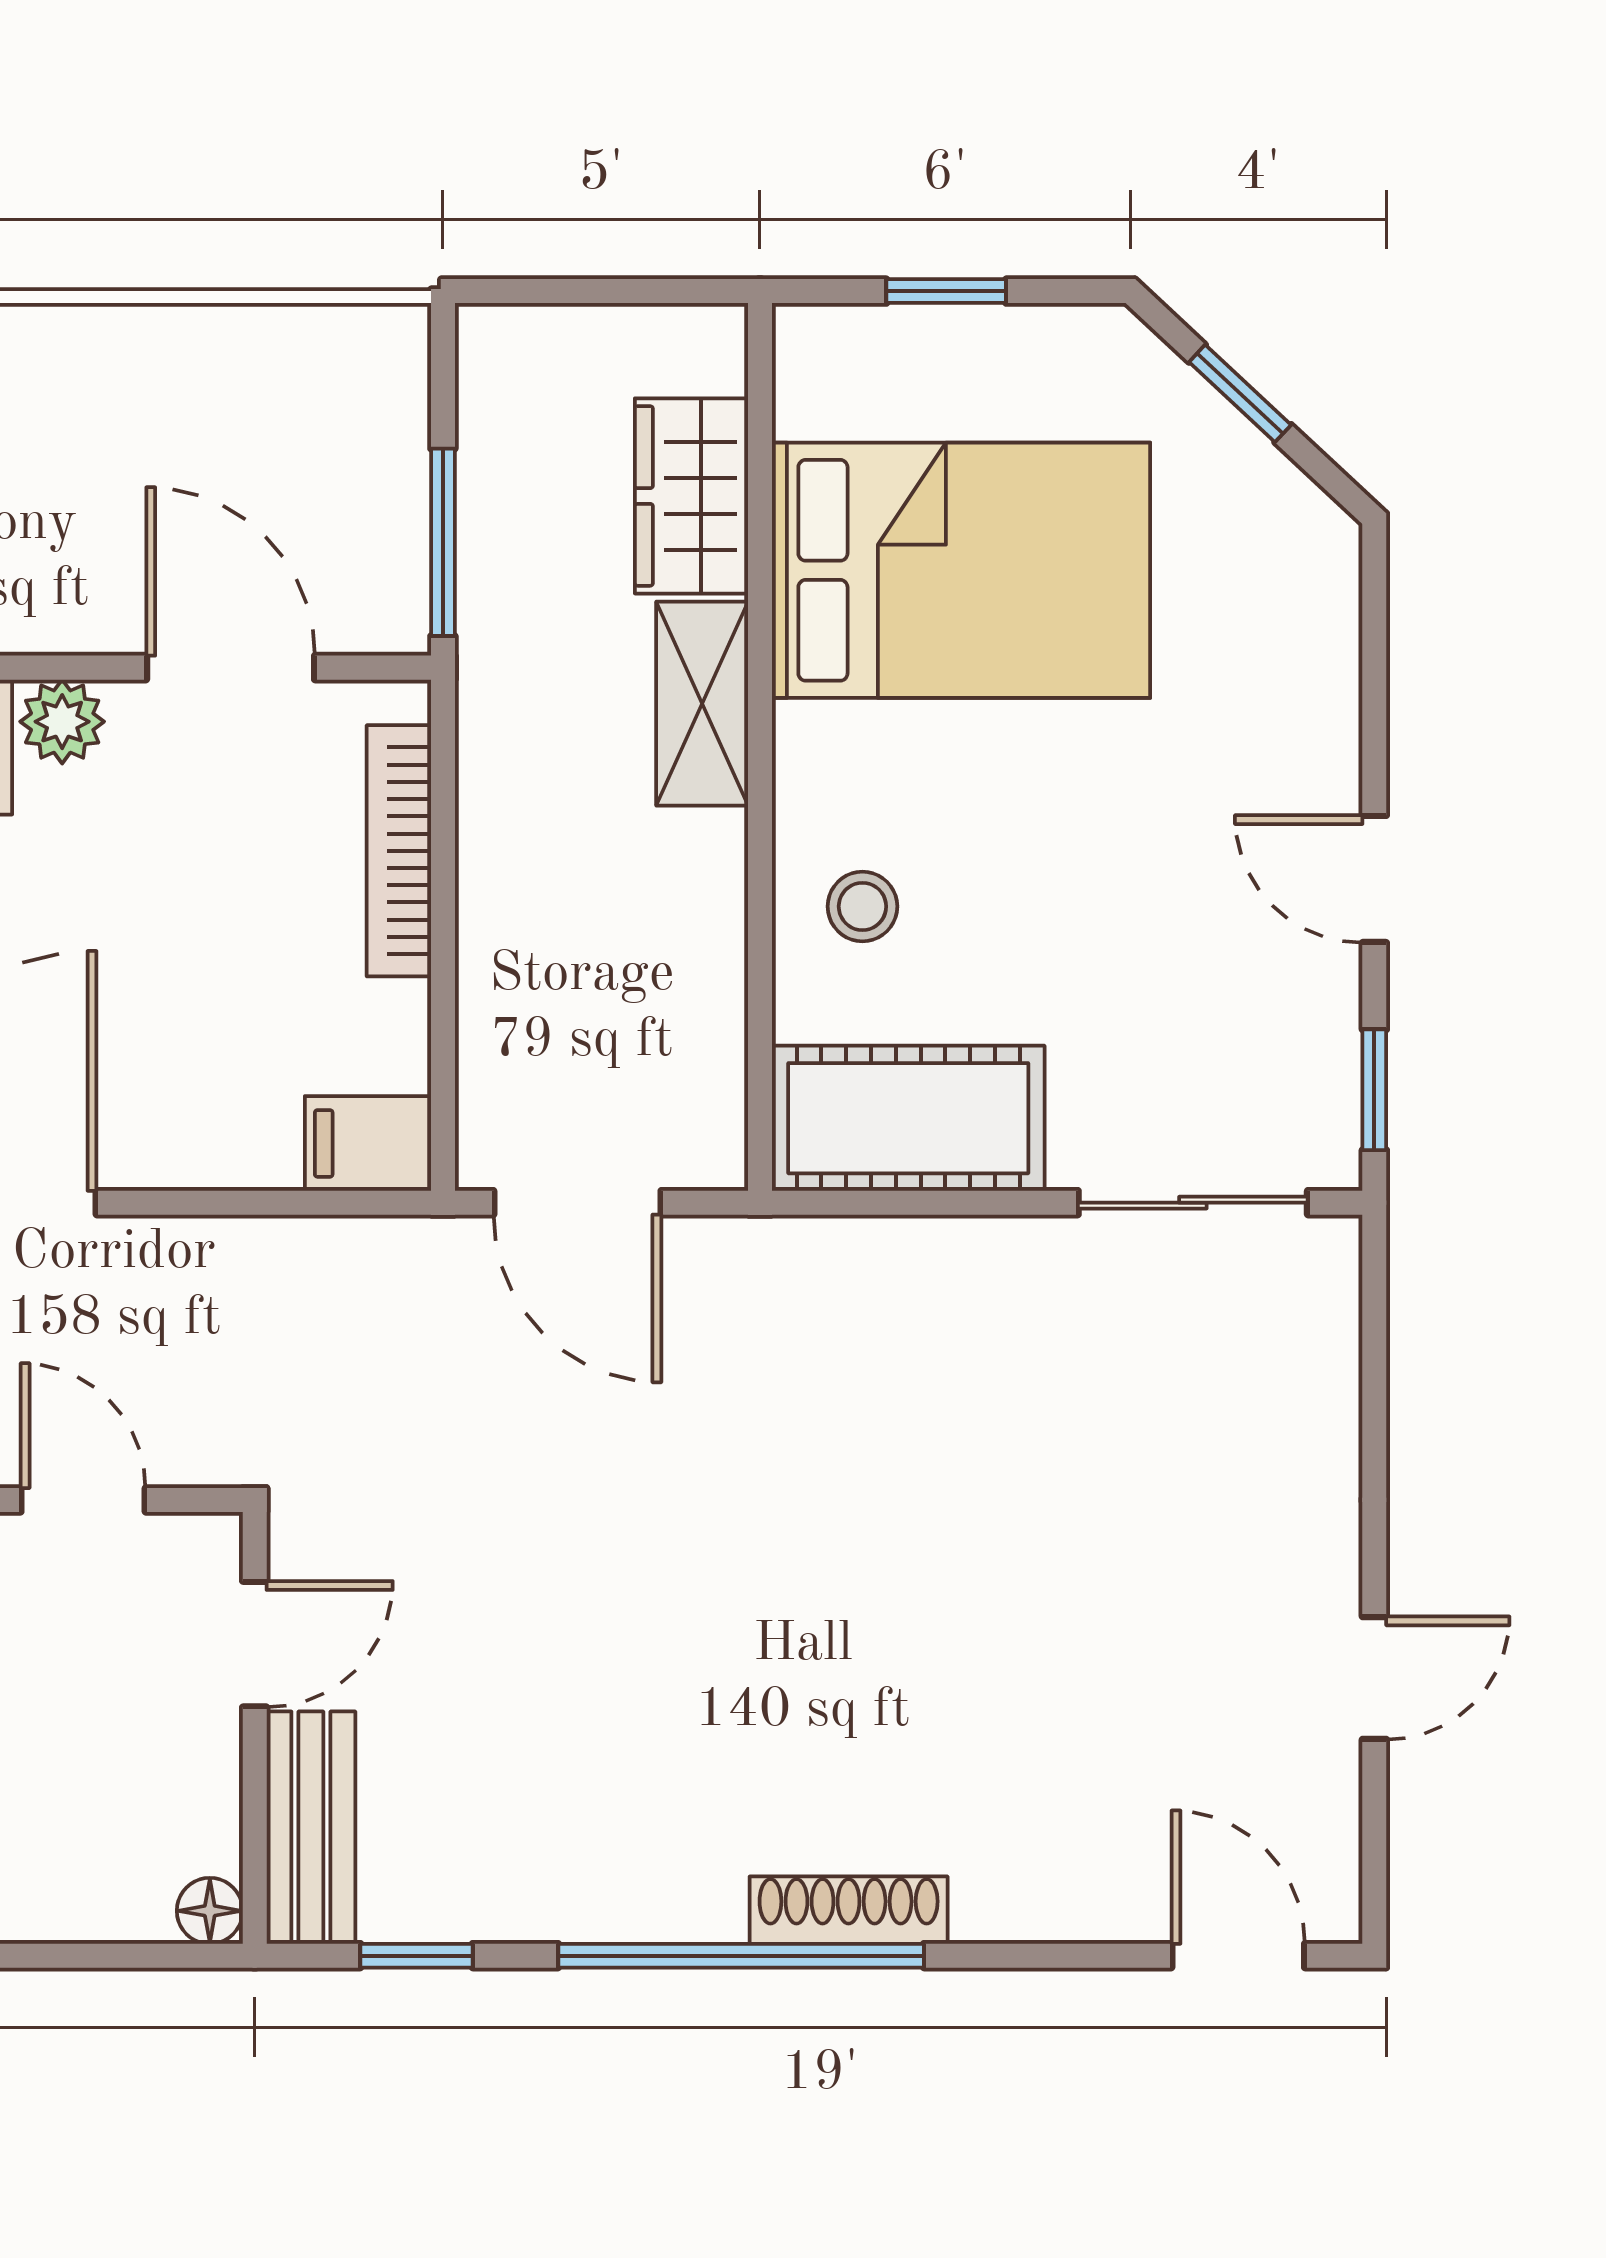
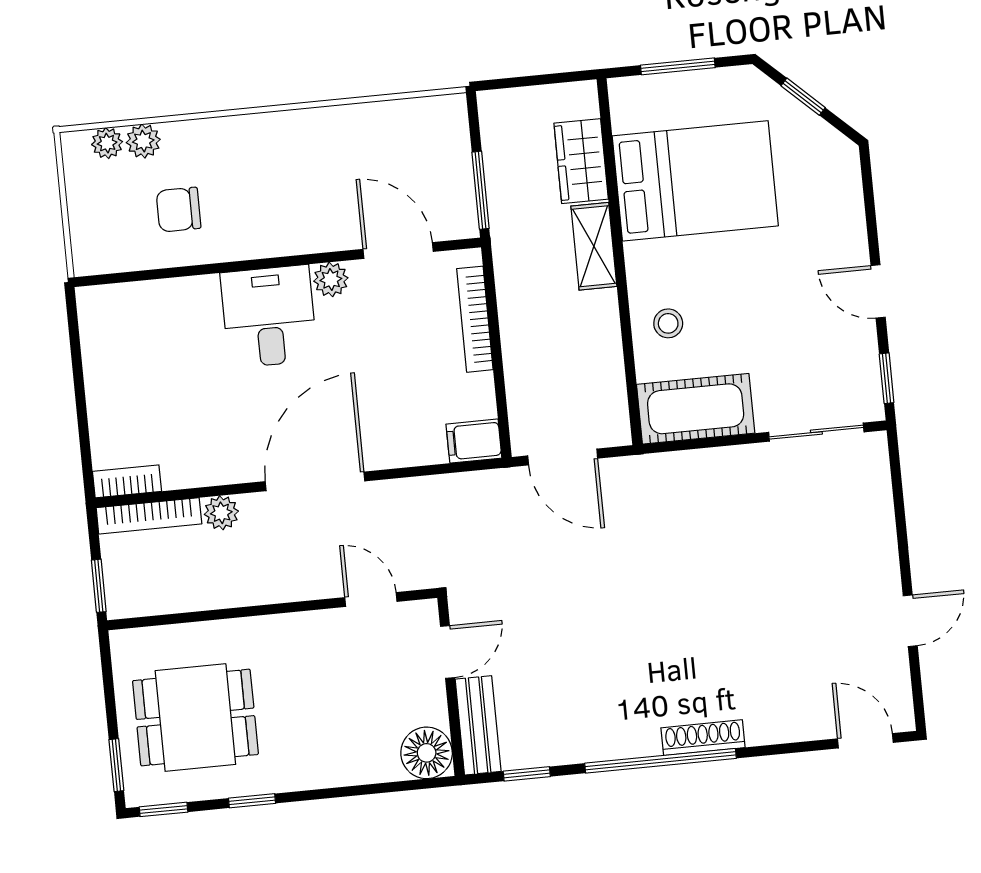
window: (946, 291) -> (678, 66), width x1.50
floor lamp: (210, 1911) -> (427, 753), width x1.89, depth x1.89

